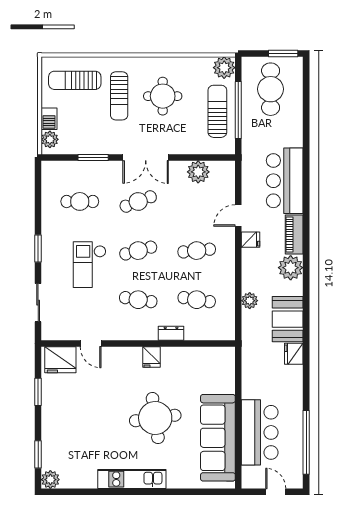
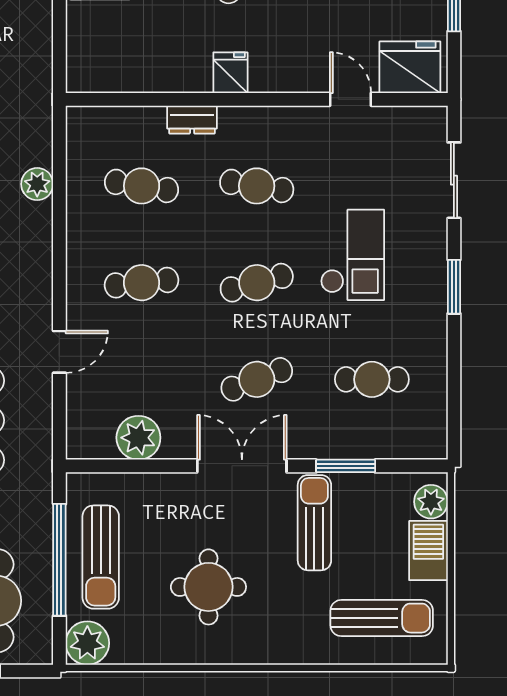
sun lounger: (119, 96) -> (314, 523), moved
barbecue: (49, 119) -> (428, 551), width x1.38, depth x1.27
fridge: (251, 240) -> (35, 304), removed

